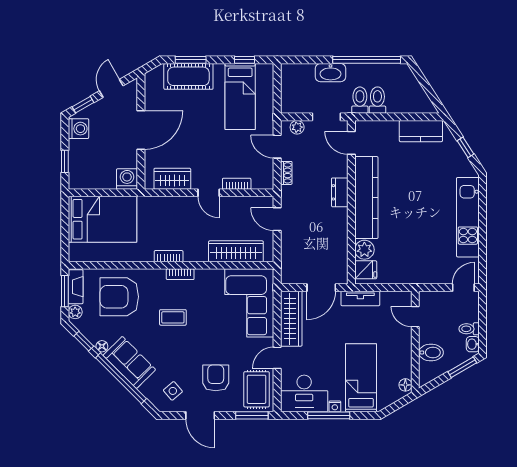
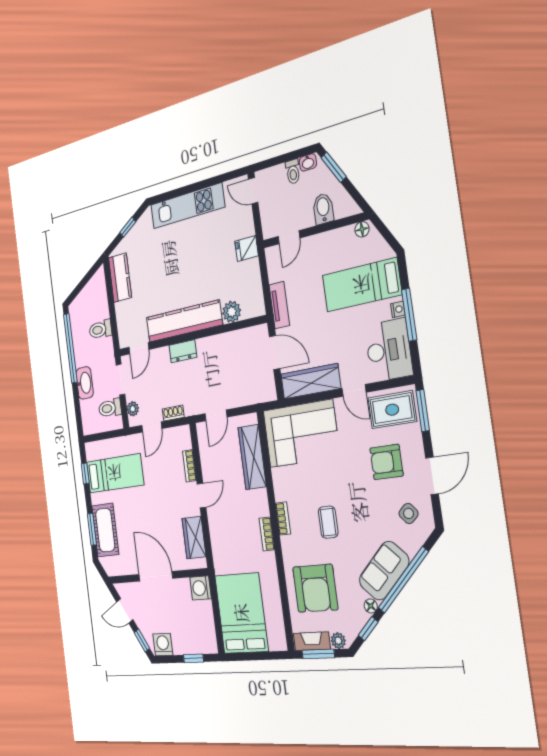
toilet: (360, 100) -> (110, 408), moved
fridge: (366, 270) -> (247, 249), moved, turned -90

